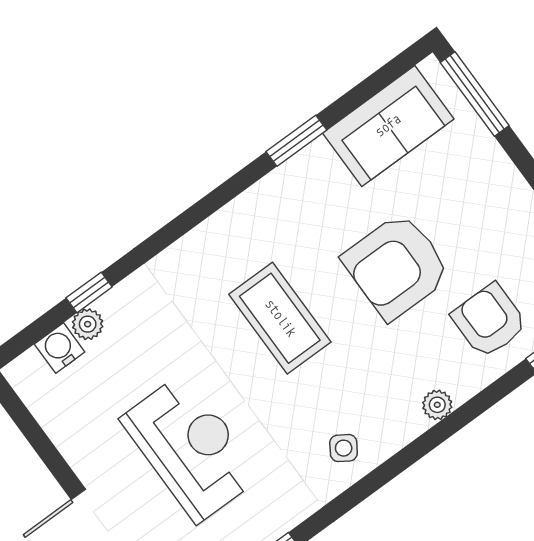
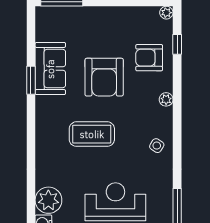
sofa: (388, 126) -> (50, 69), moved
window: (89, 292) -> (31, 197), removed
plant: (88, 324) -> (48, 200), width x1.88, depth x1.88

